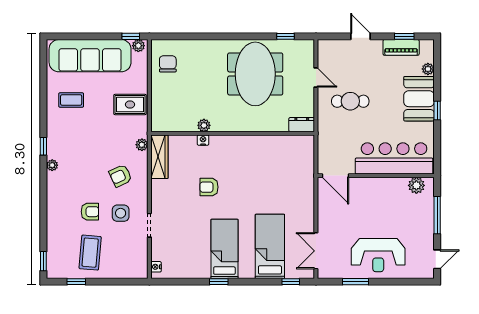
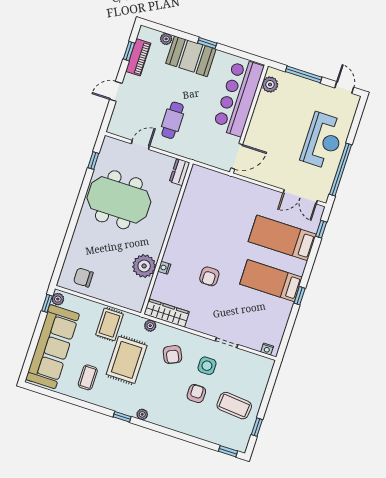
plant: (204, 125) -> (144, 266), width x1.88, depth x1.88
rug: (101, 133) -> (127, 360), added
window: (356, 282) -> (341, 170), width x2.11

